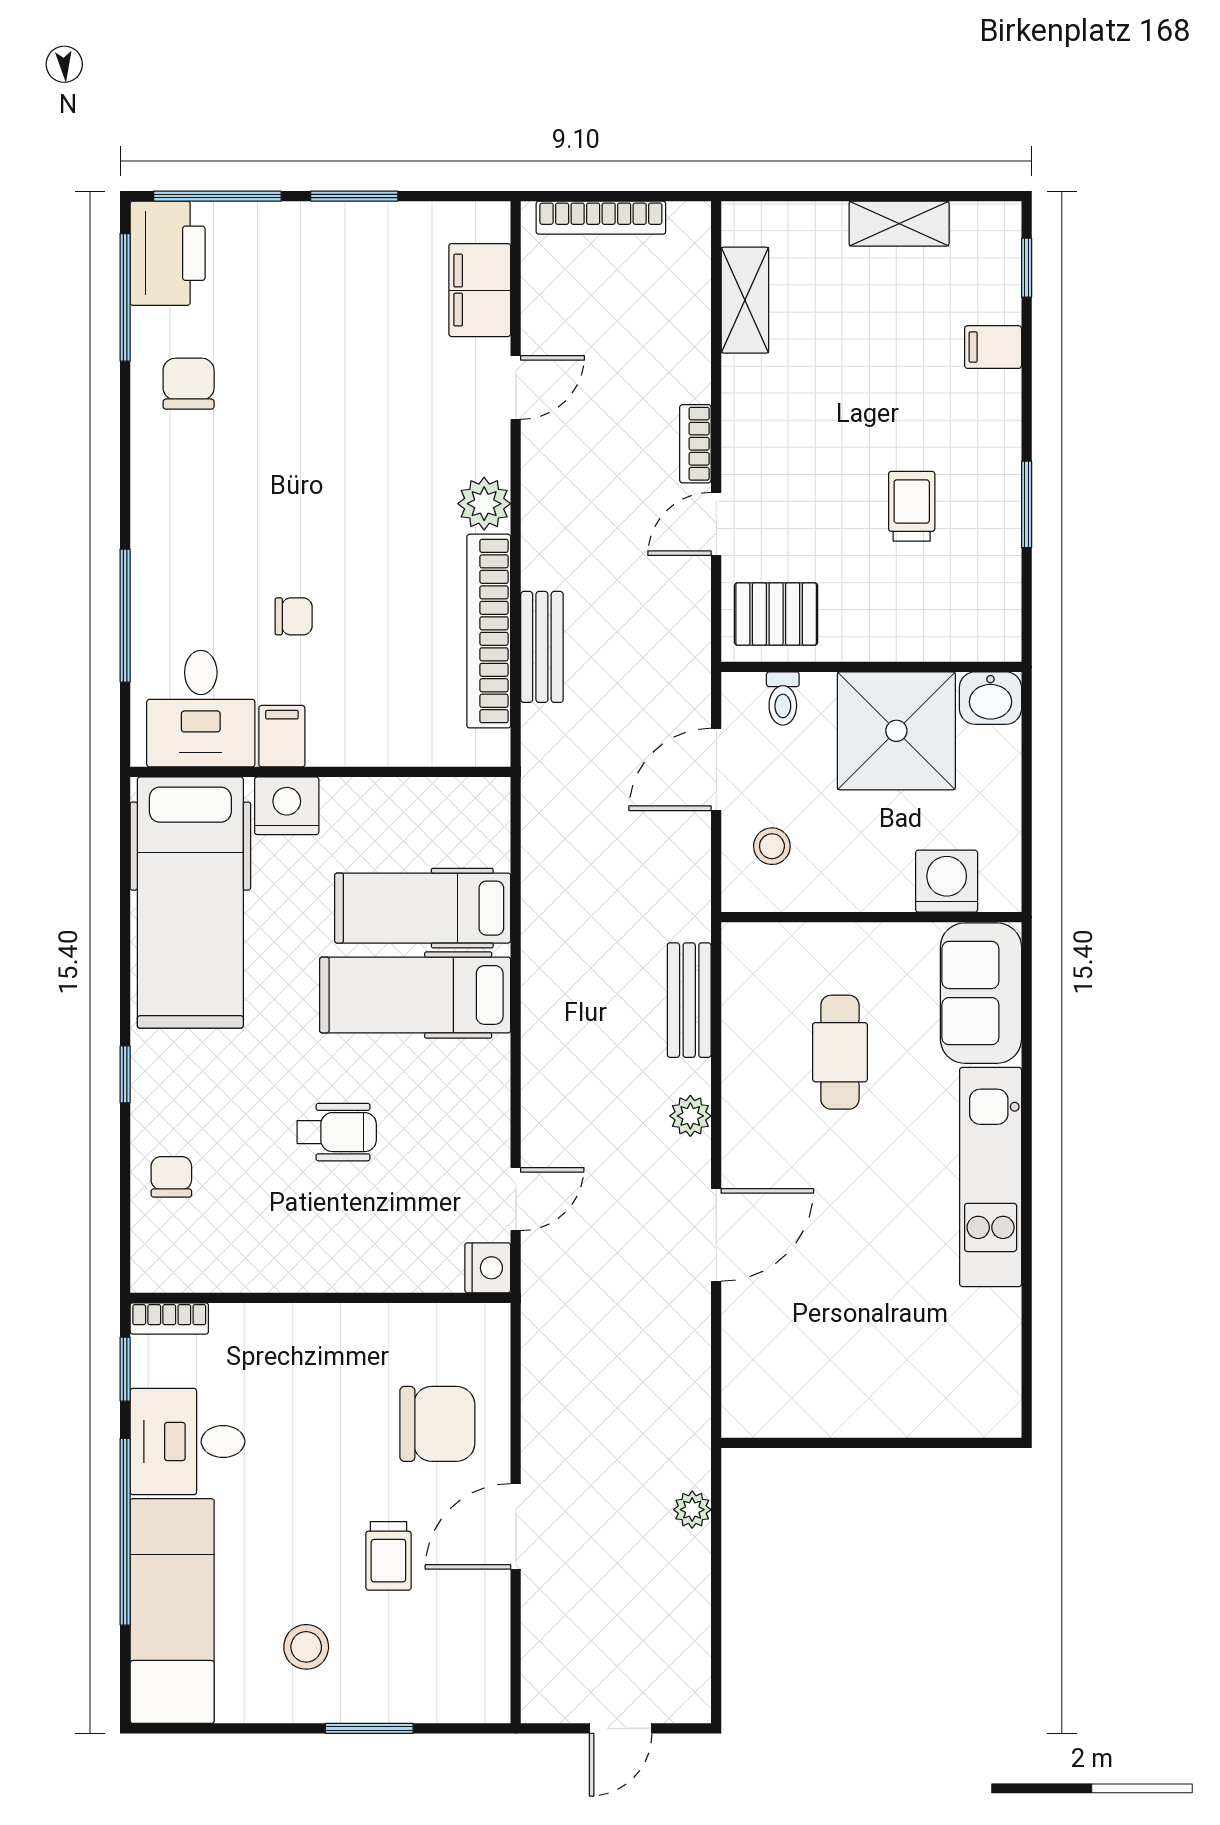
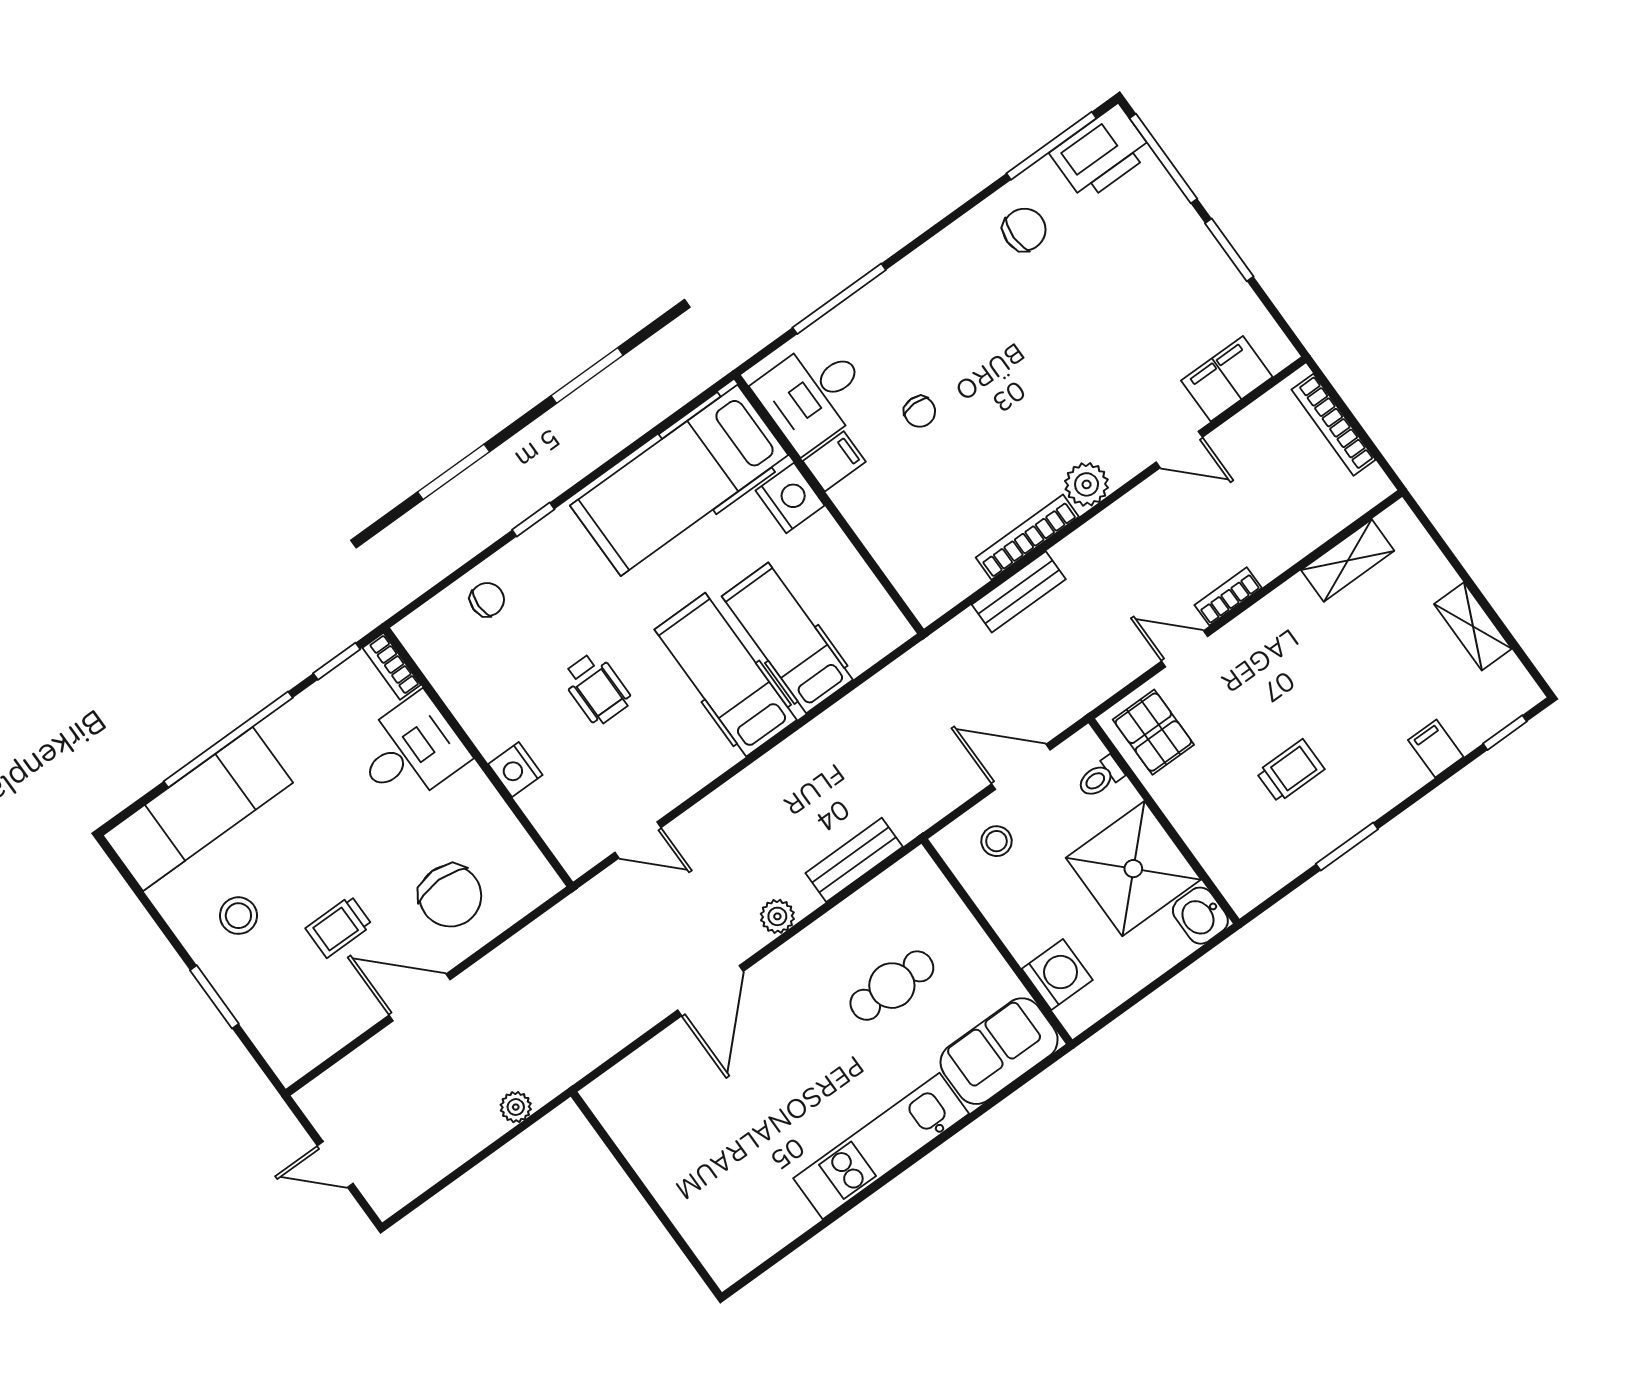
bookcase: (489, 631) -> (1027, 537), width x0.68, depth x0.76
door: (716, 1235) -> (710, 991), hinge flipped
nightstand: (488, 1268) -> (515, 769), moved, turned 90
desk: (187, 1442) -> (410, 751), moved, turned 90

